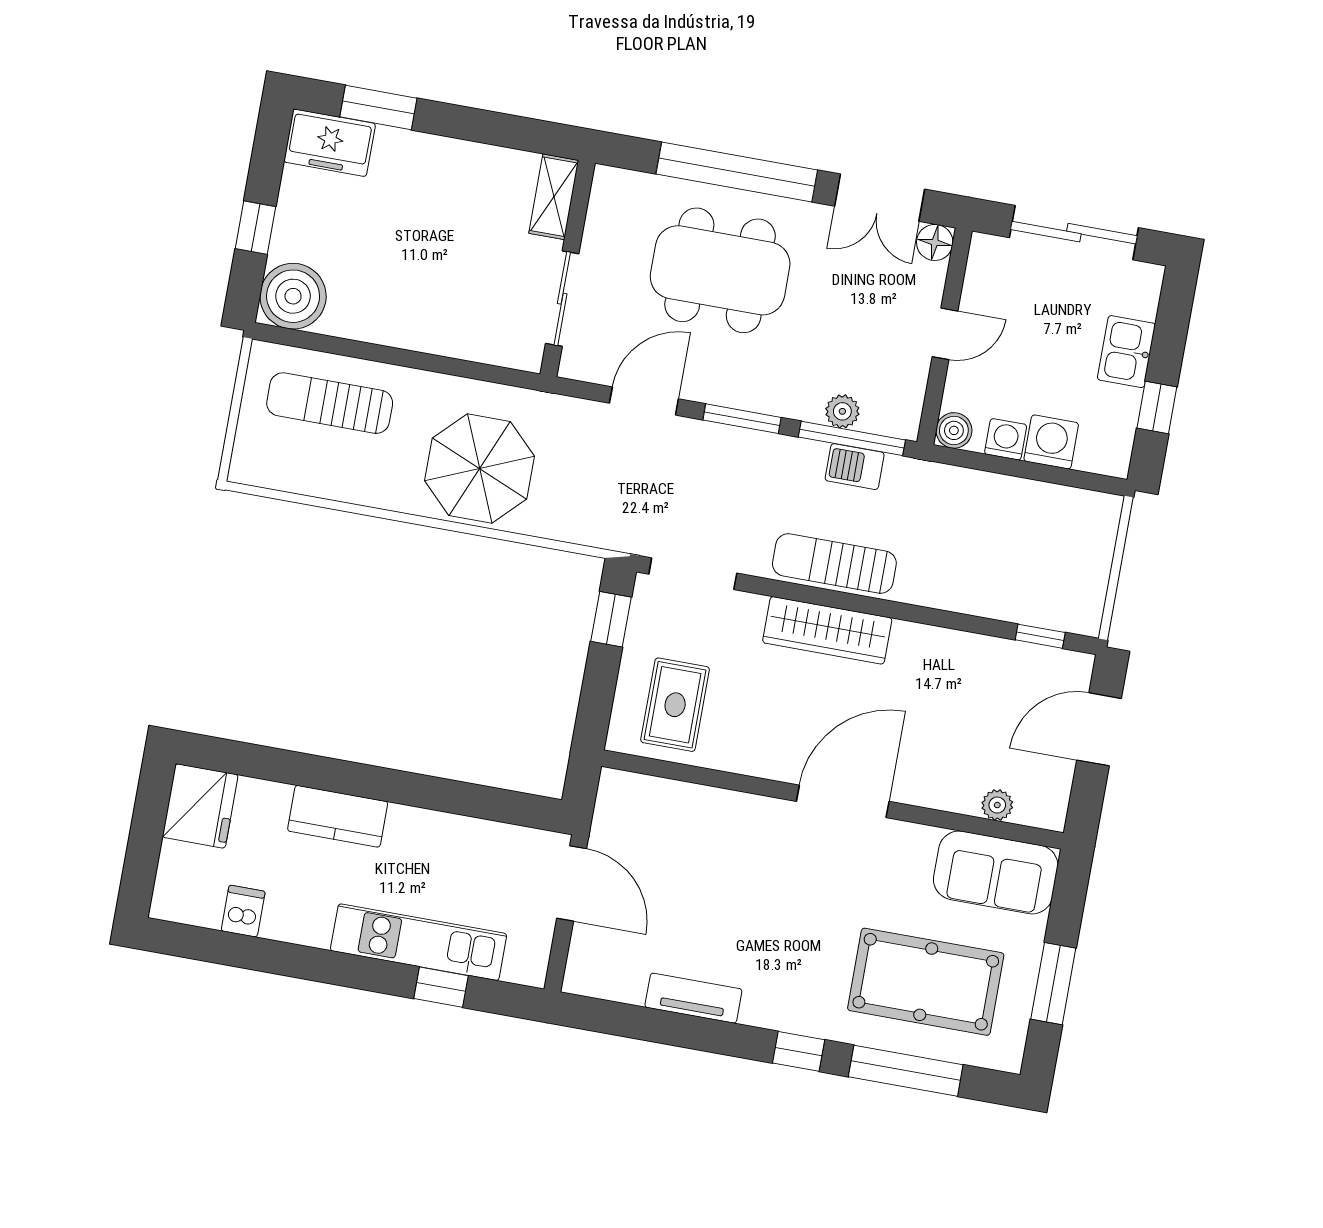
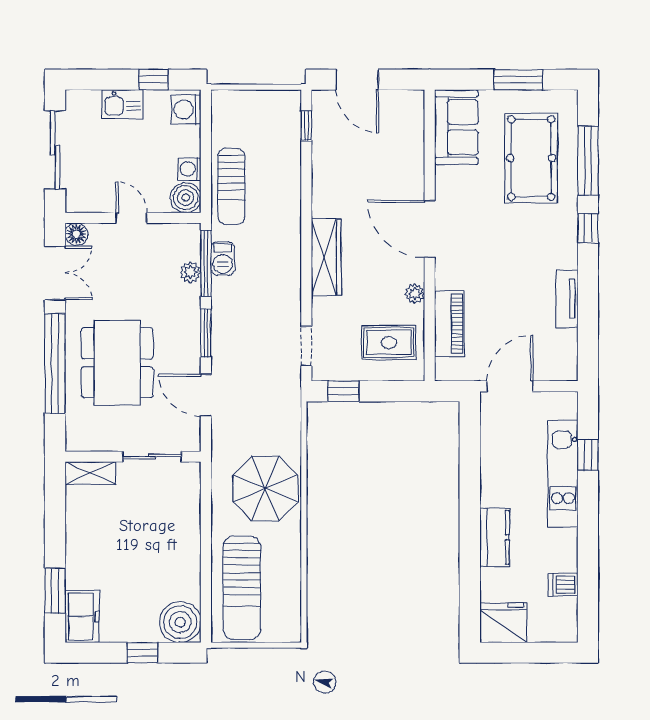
sun lounger: (330, 403) -> (242, 588), width x1.36, depth x1.34
boiler: (954, 430) -> (186, 198), width x1.36, depth x1.36
washing machine: (1051, 442) -> (186, 109), moved
sun lounger: (834, 563) -> (231, 186), moved
doorway: (693, 574) -> (306, 346), width x0.73
plant: (997, 805) -> (415, 294), moved
piano: (688, 806) -> (449, 324), added

